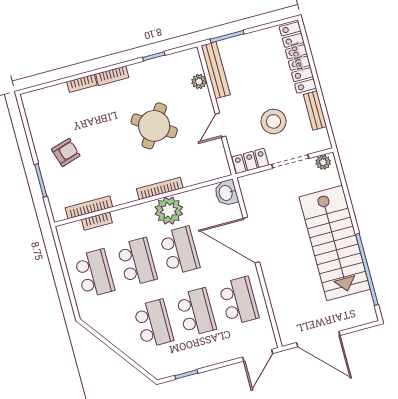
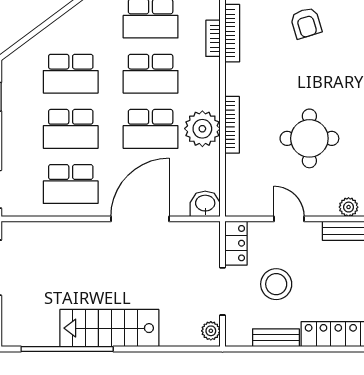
round table: (154, 126) -> (309, 138), turned -34
stairs: (335, 243) -> (109, 328), width x0.73, depth x0.66

